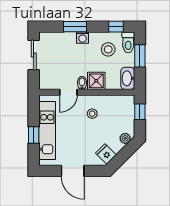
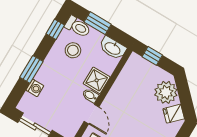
washing machine: (83, 38) -> (35, 88), moved
stool: (92, 114) -> (126, 103), removed
plant: (125, 138) -> (166, 92), width x1.88, depth x1.88

